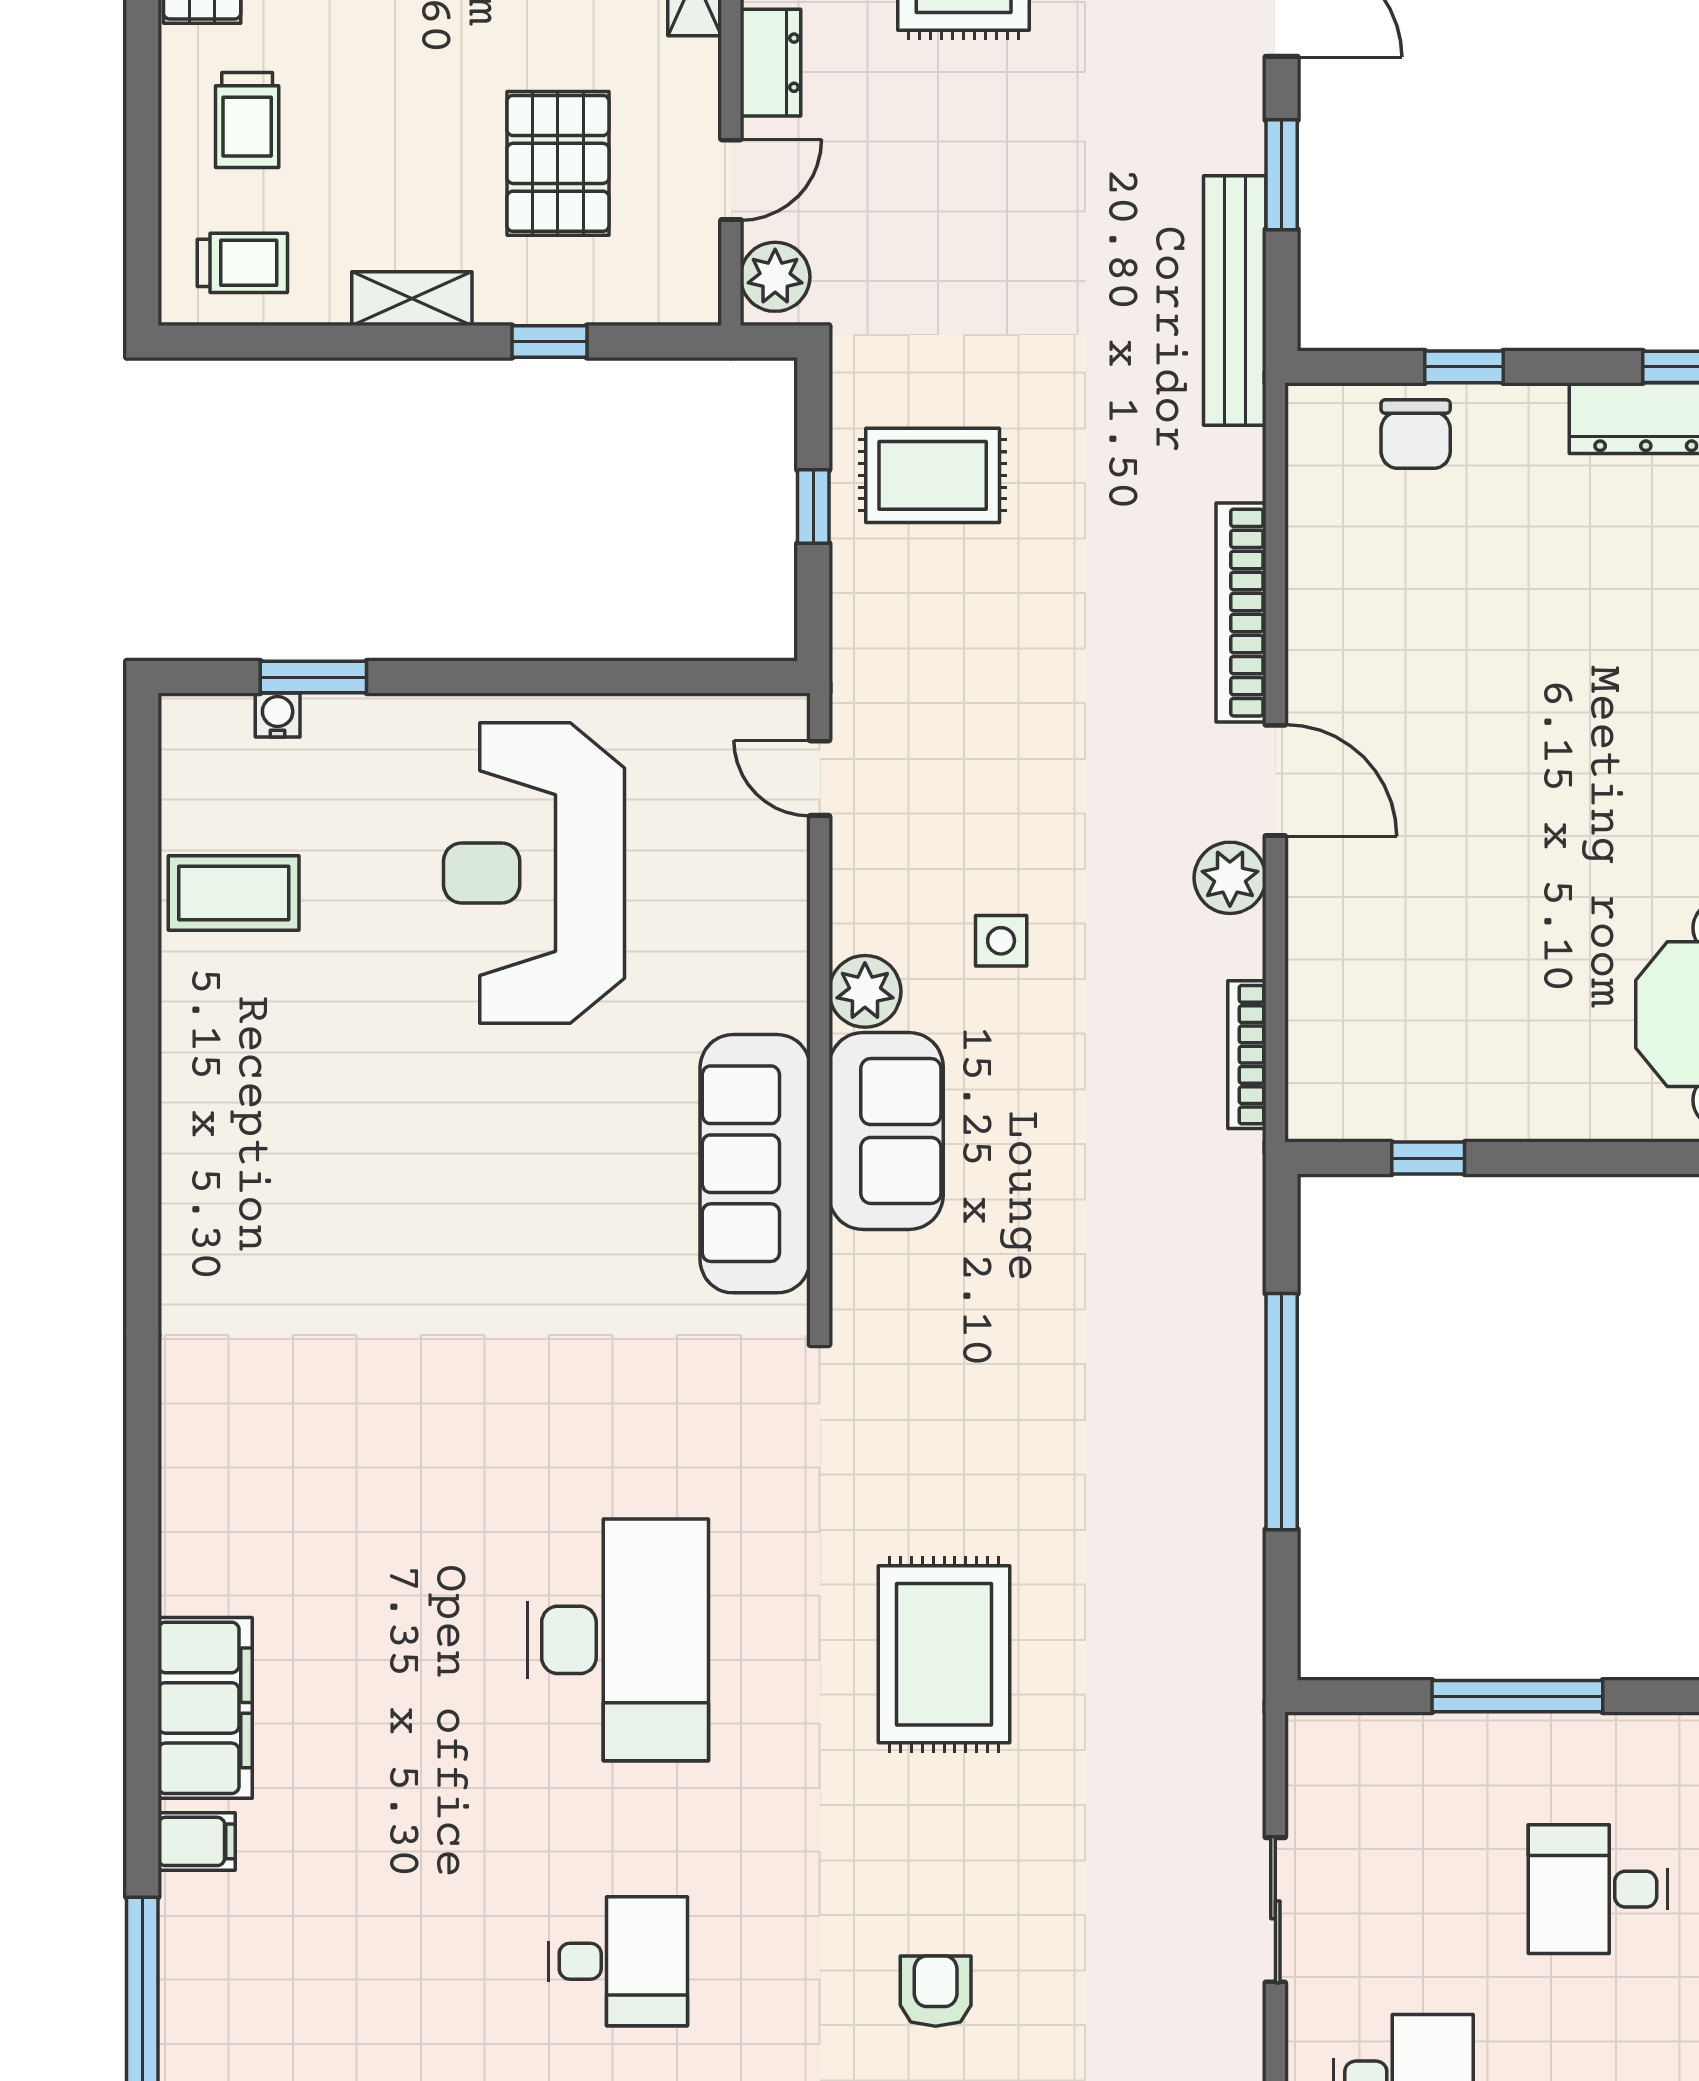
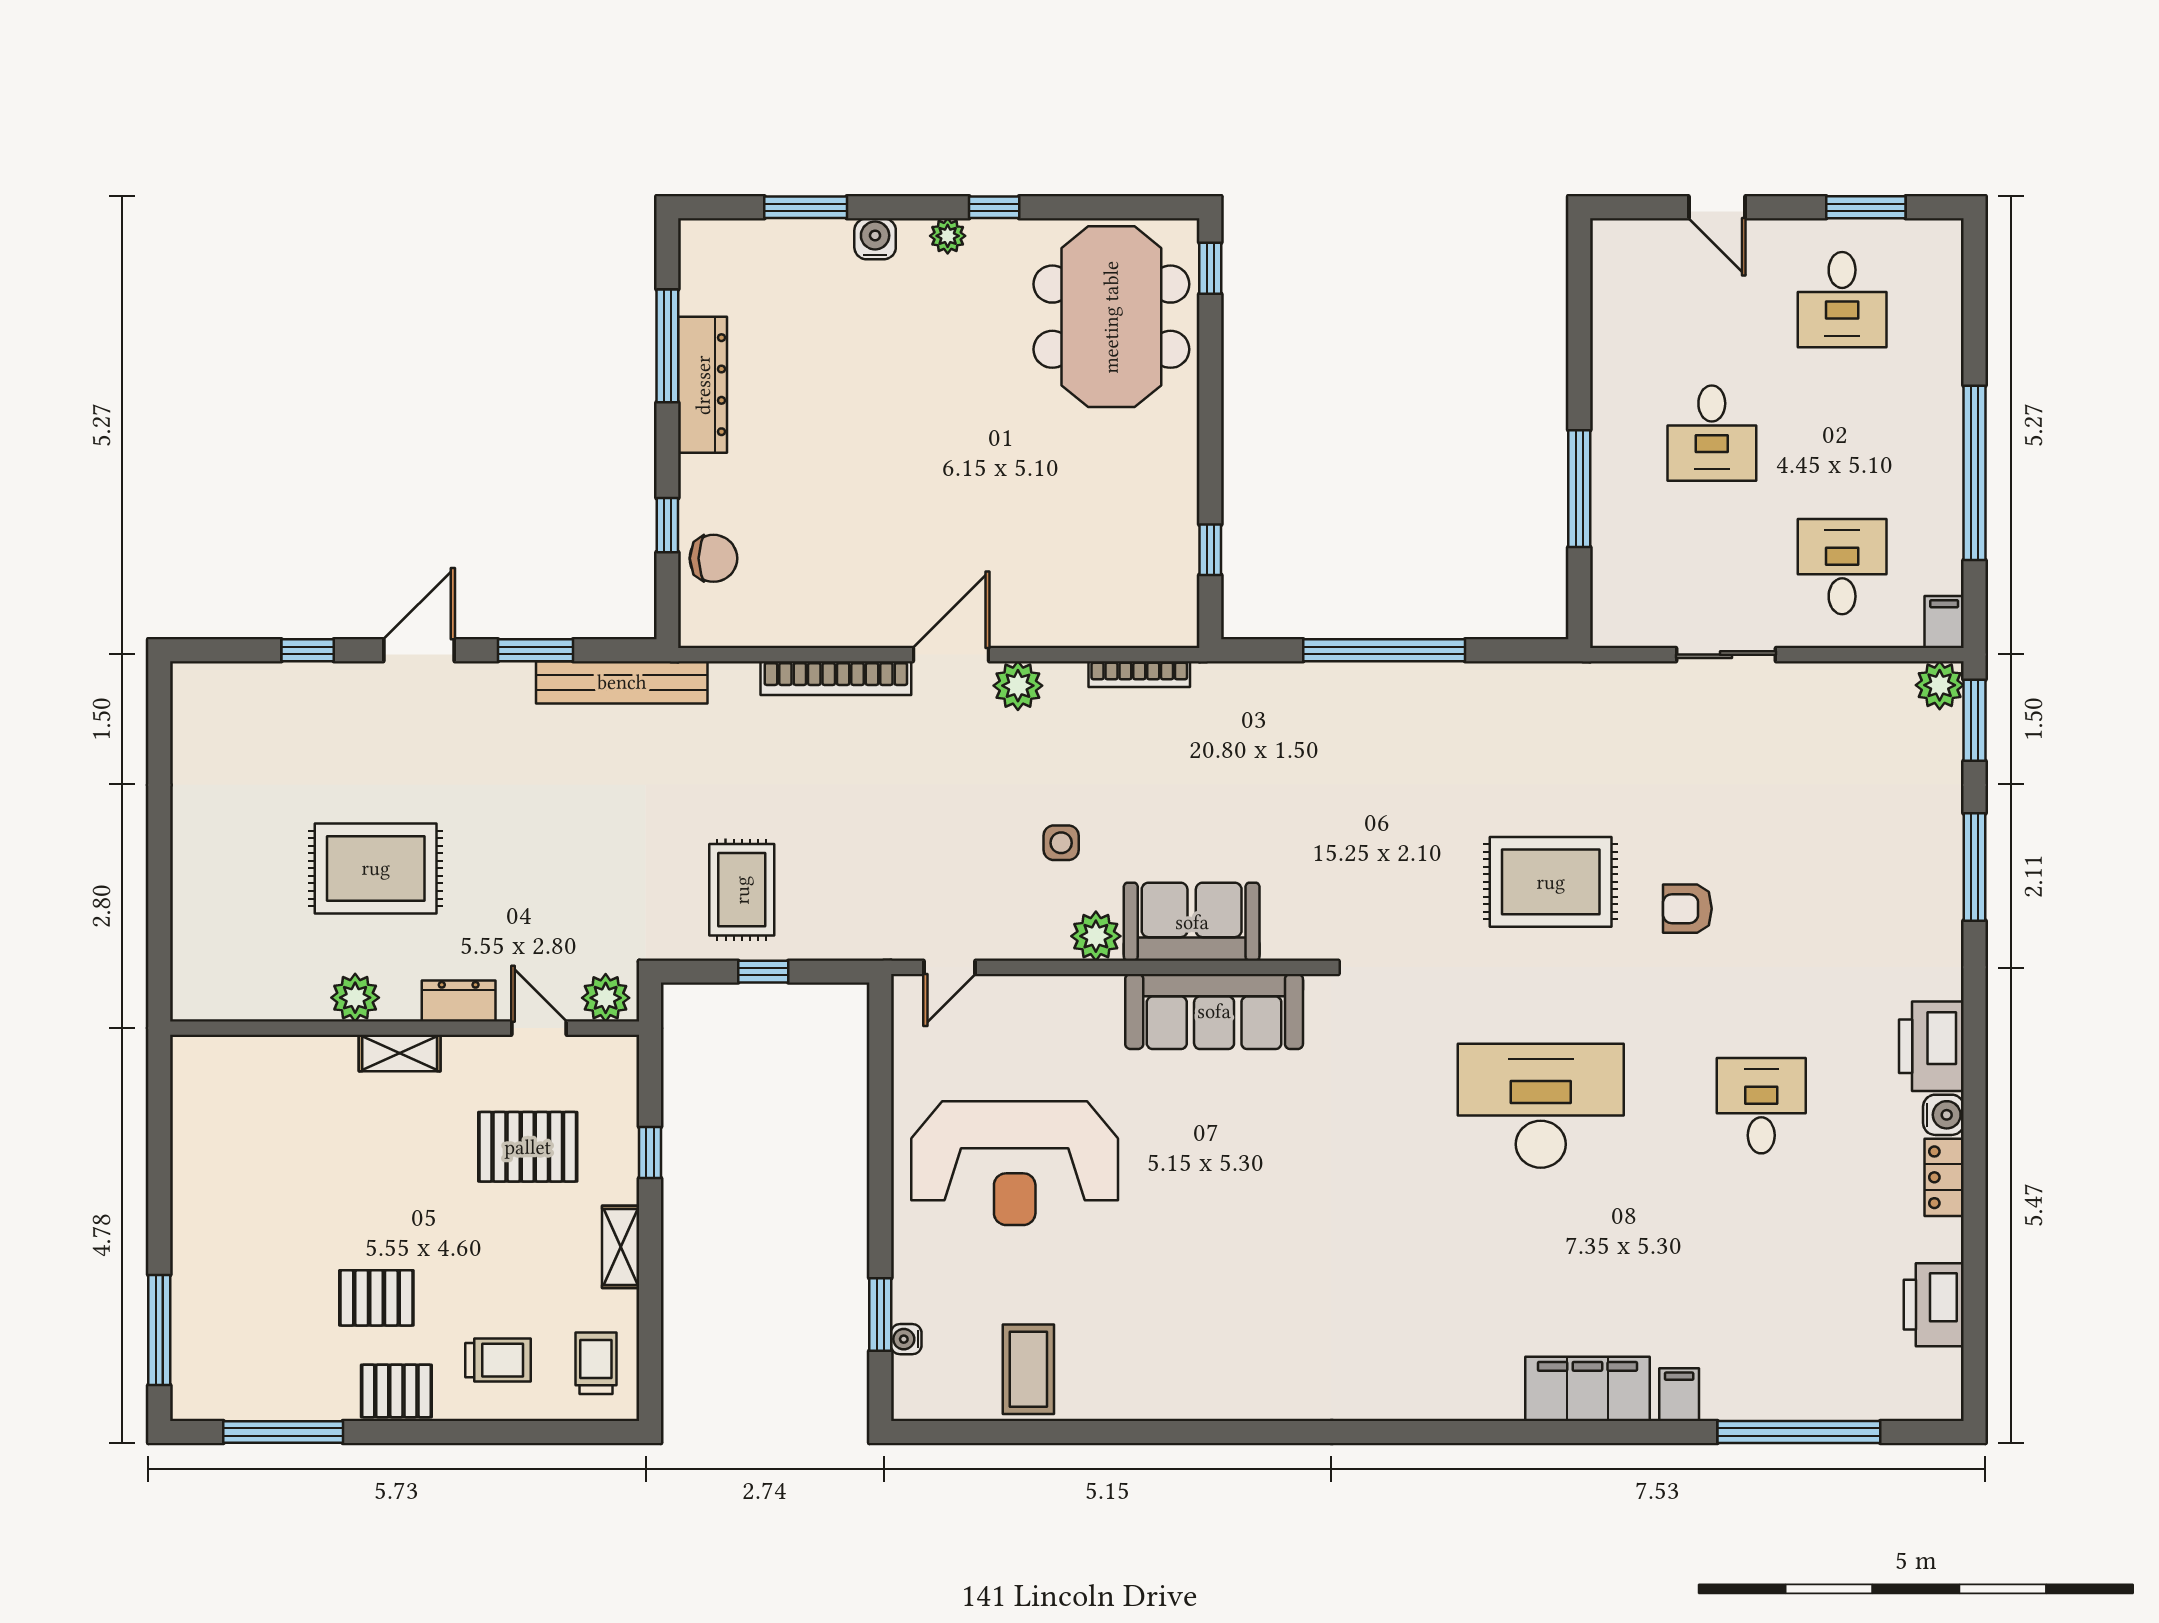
armchair: (936, 1991) -> (1687, 909), moved

